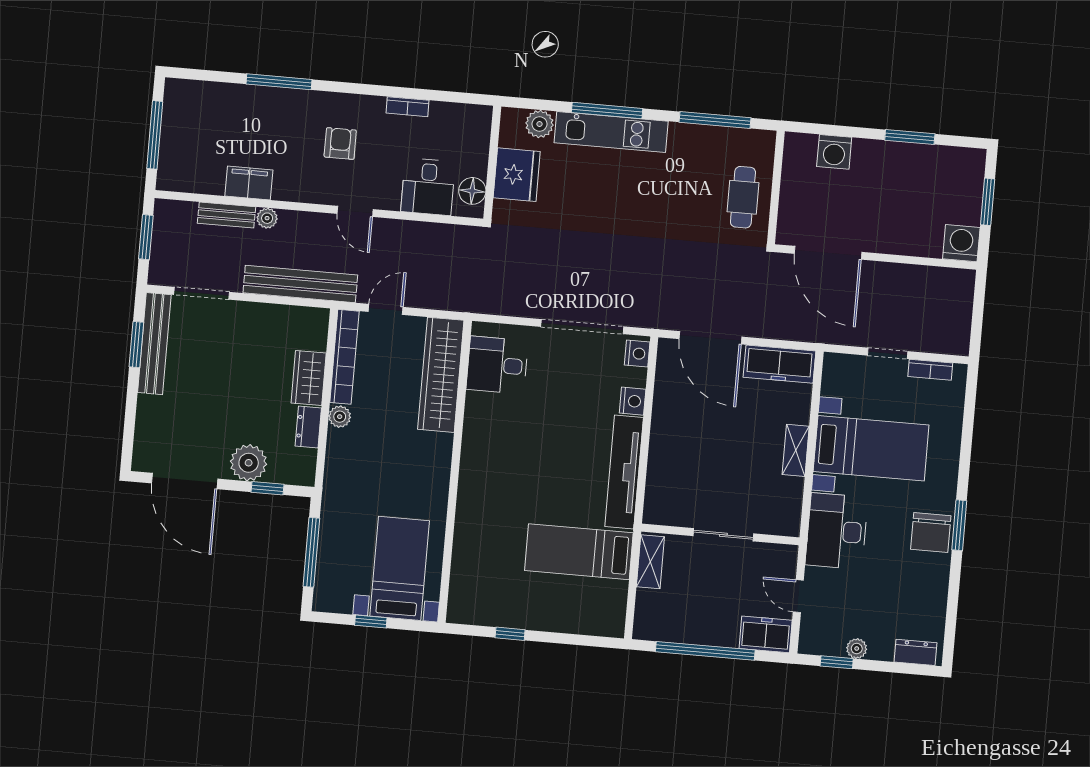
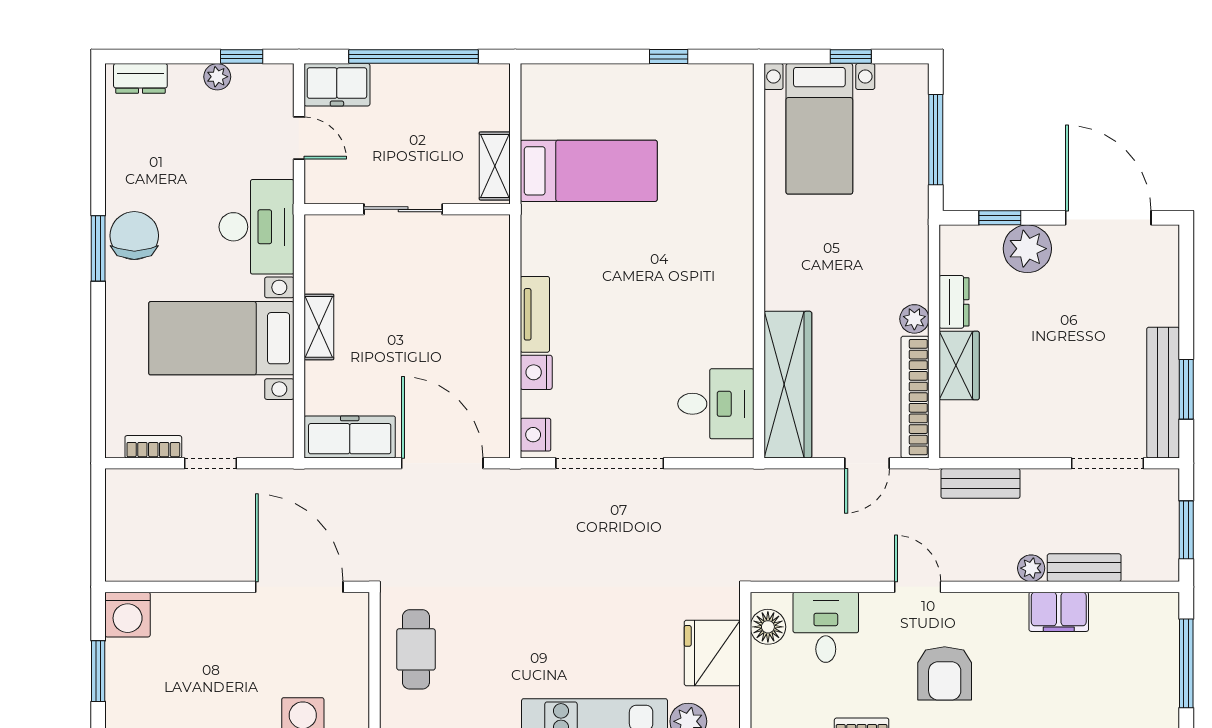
armchair: (340, 144) -> (945, 673), width x1.38, depth x1.38
bench: (300, 284) -> (980, 483), width x0.54, depth x0.82
tv unit: (624, 472) -> (535, 314), width x0.52, depth x0.78

